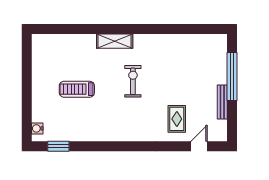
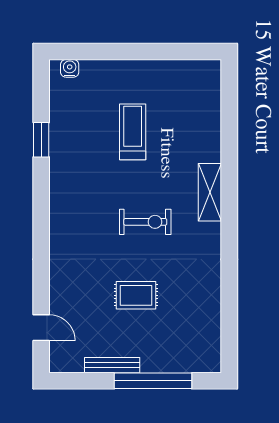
rug: (177, 119) -> (136, 295), moved
window: (58, 146) -> (41, 140), moved

